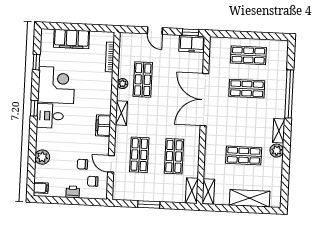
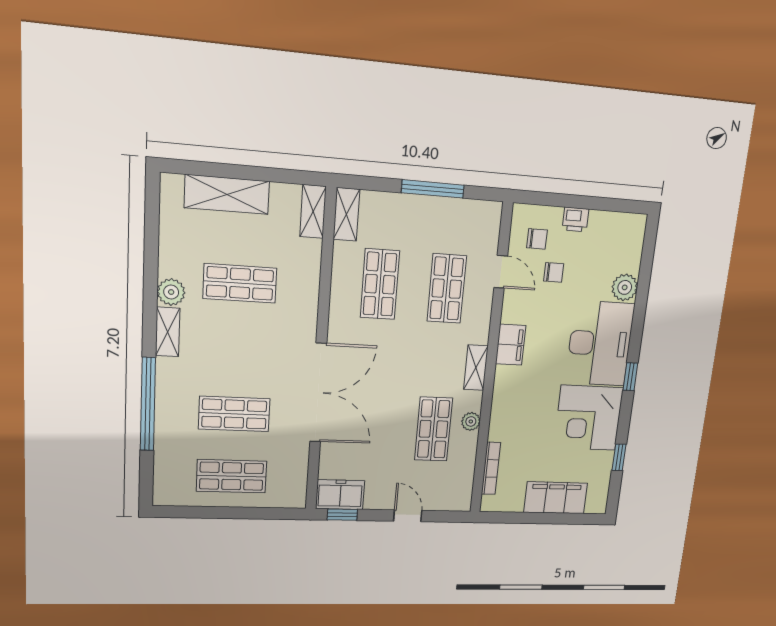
desk: (50, 116) -> (600, 343), width x1.87, depth x1.30
filing cabinet: (41, 188) -> (633, 229), removed
window: (149, 205) -> (433, 189), width x1.44

